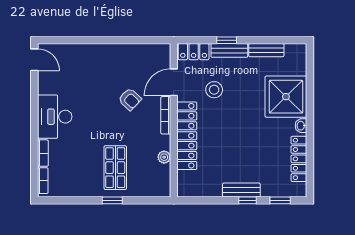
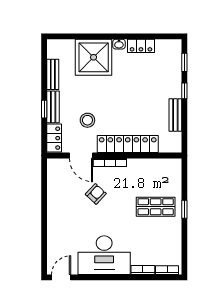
desk: (55, 117) -> (104, 255), width x1.36, depth x1.30
plant: (164, 157) -> (147, 164), removed
locker: (299, 159) -> (141, 46), width x0.66
bench: (241, 190) -> (175, 115), moved

